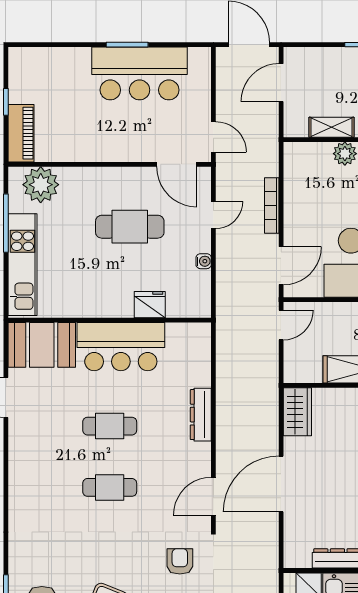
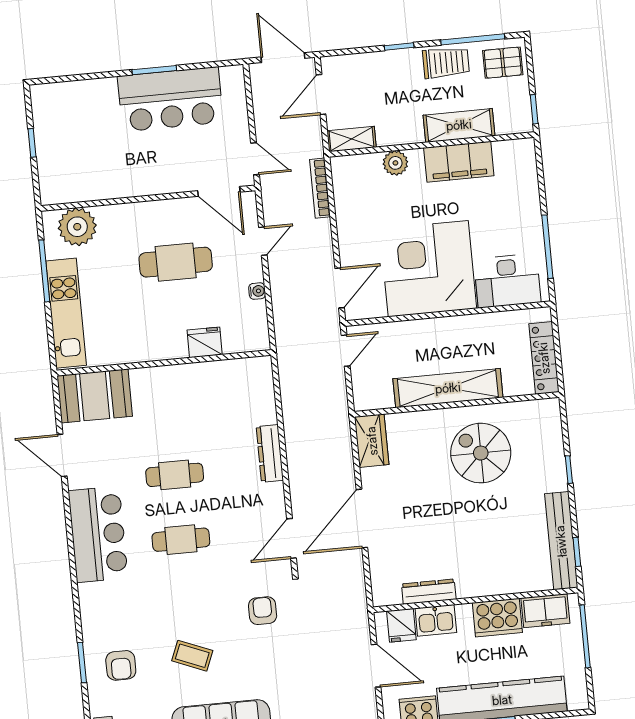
shelving: (331, 127) -> (351, 139), moved
piano: (21, 133) -> (51, 174), removed
bookcase: (272, 205) -> (320, 188), moved
bar counter: (121, 347) -> (98, 534), moved, turned -90

